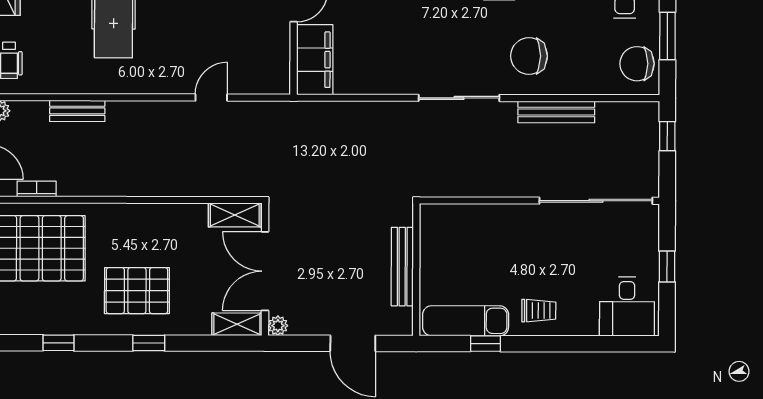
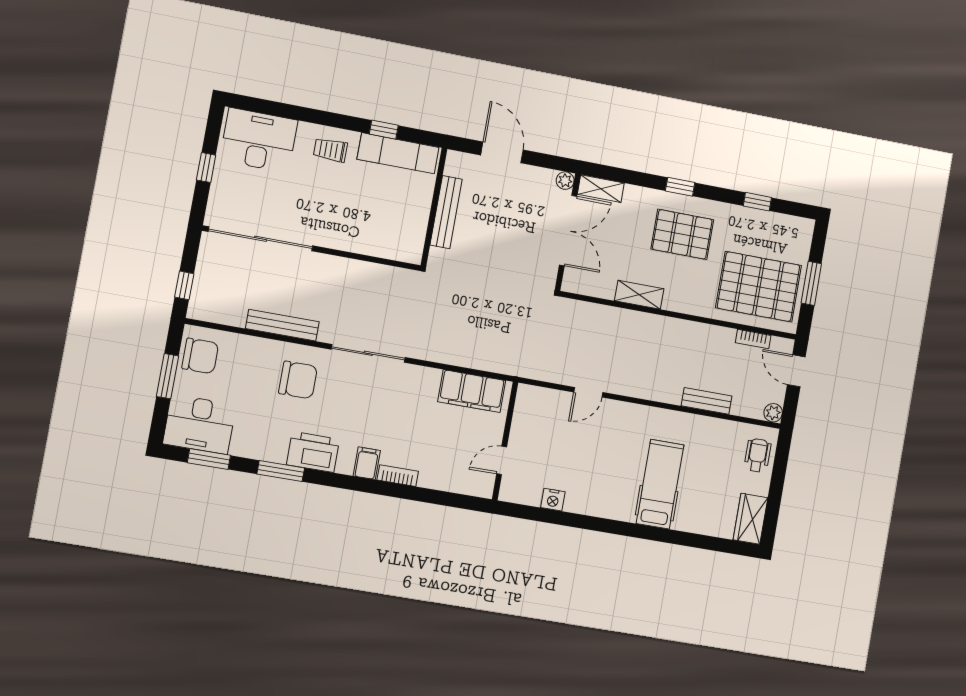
filing cabinet: (315, 60) -> (472, 391), moved, turned -90
shelving: (235, 215) -> (639, 295), moved
desk: (627, 306) -> (259, 140), width x1.37

